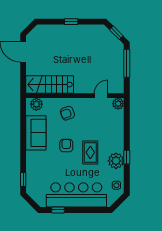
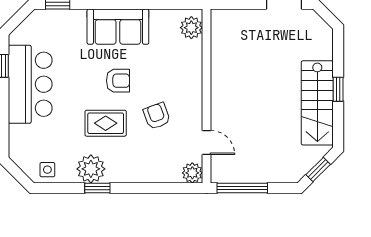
window: (127, 63) -> (242, 188), moved
stairs: (50, 85) -> (317, 103), moved, turned 180
armchair: (67, 113) -> (157, 116), moved
sofa: (36, 133) -> (118, 27), moved
bar counter: (76, 195) -> (30, 84), width x0.73

